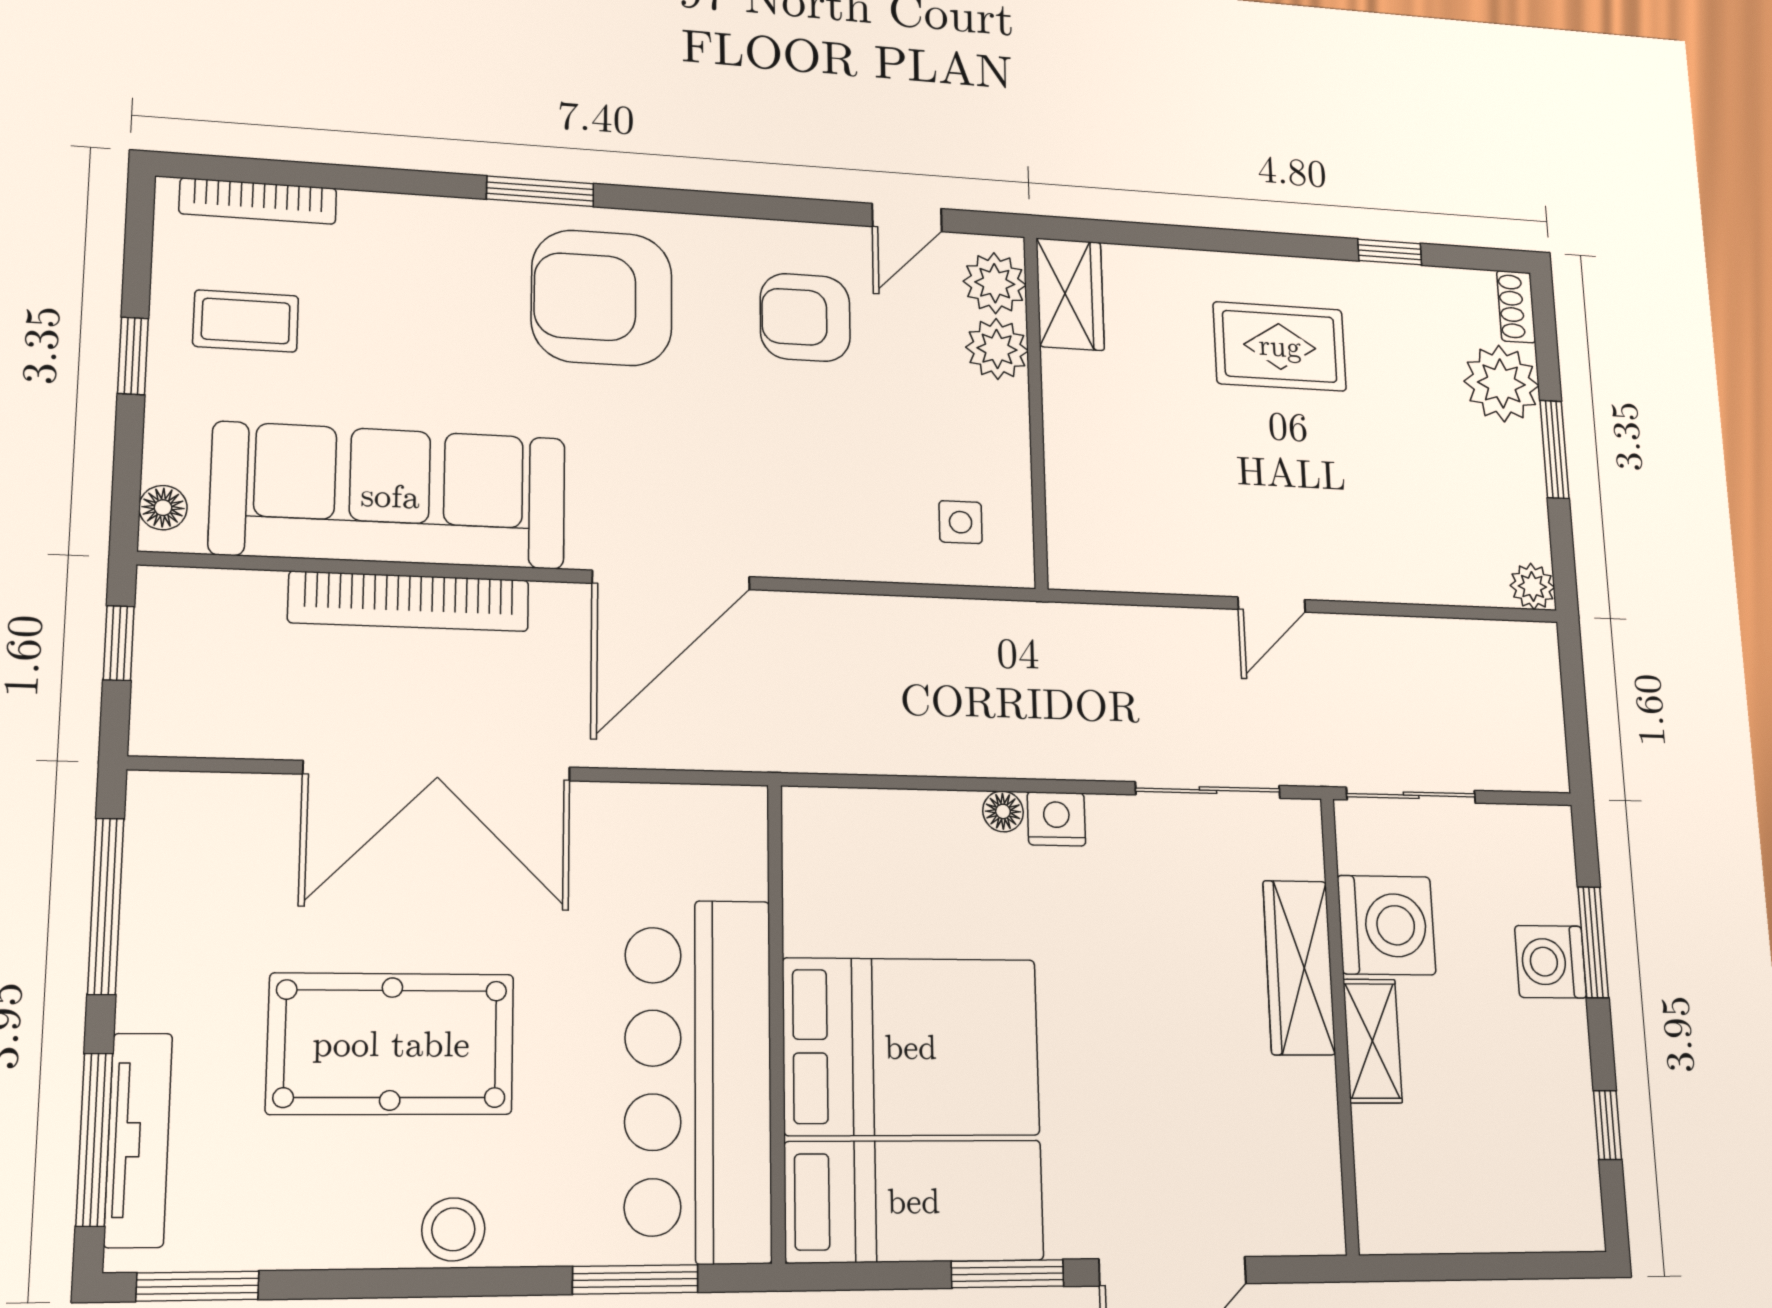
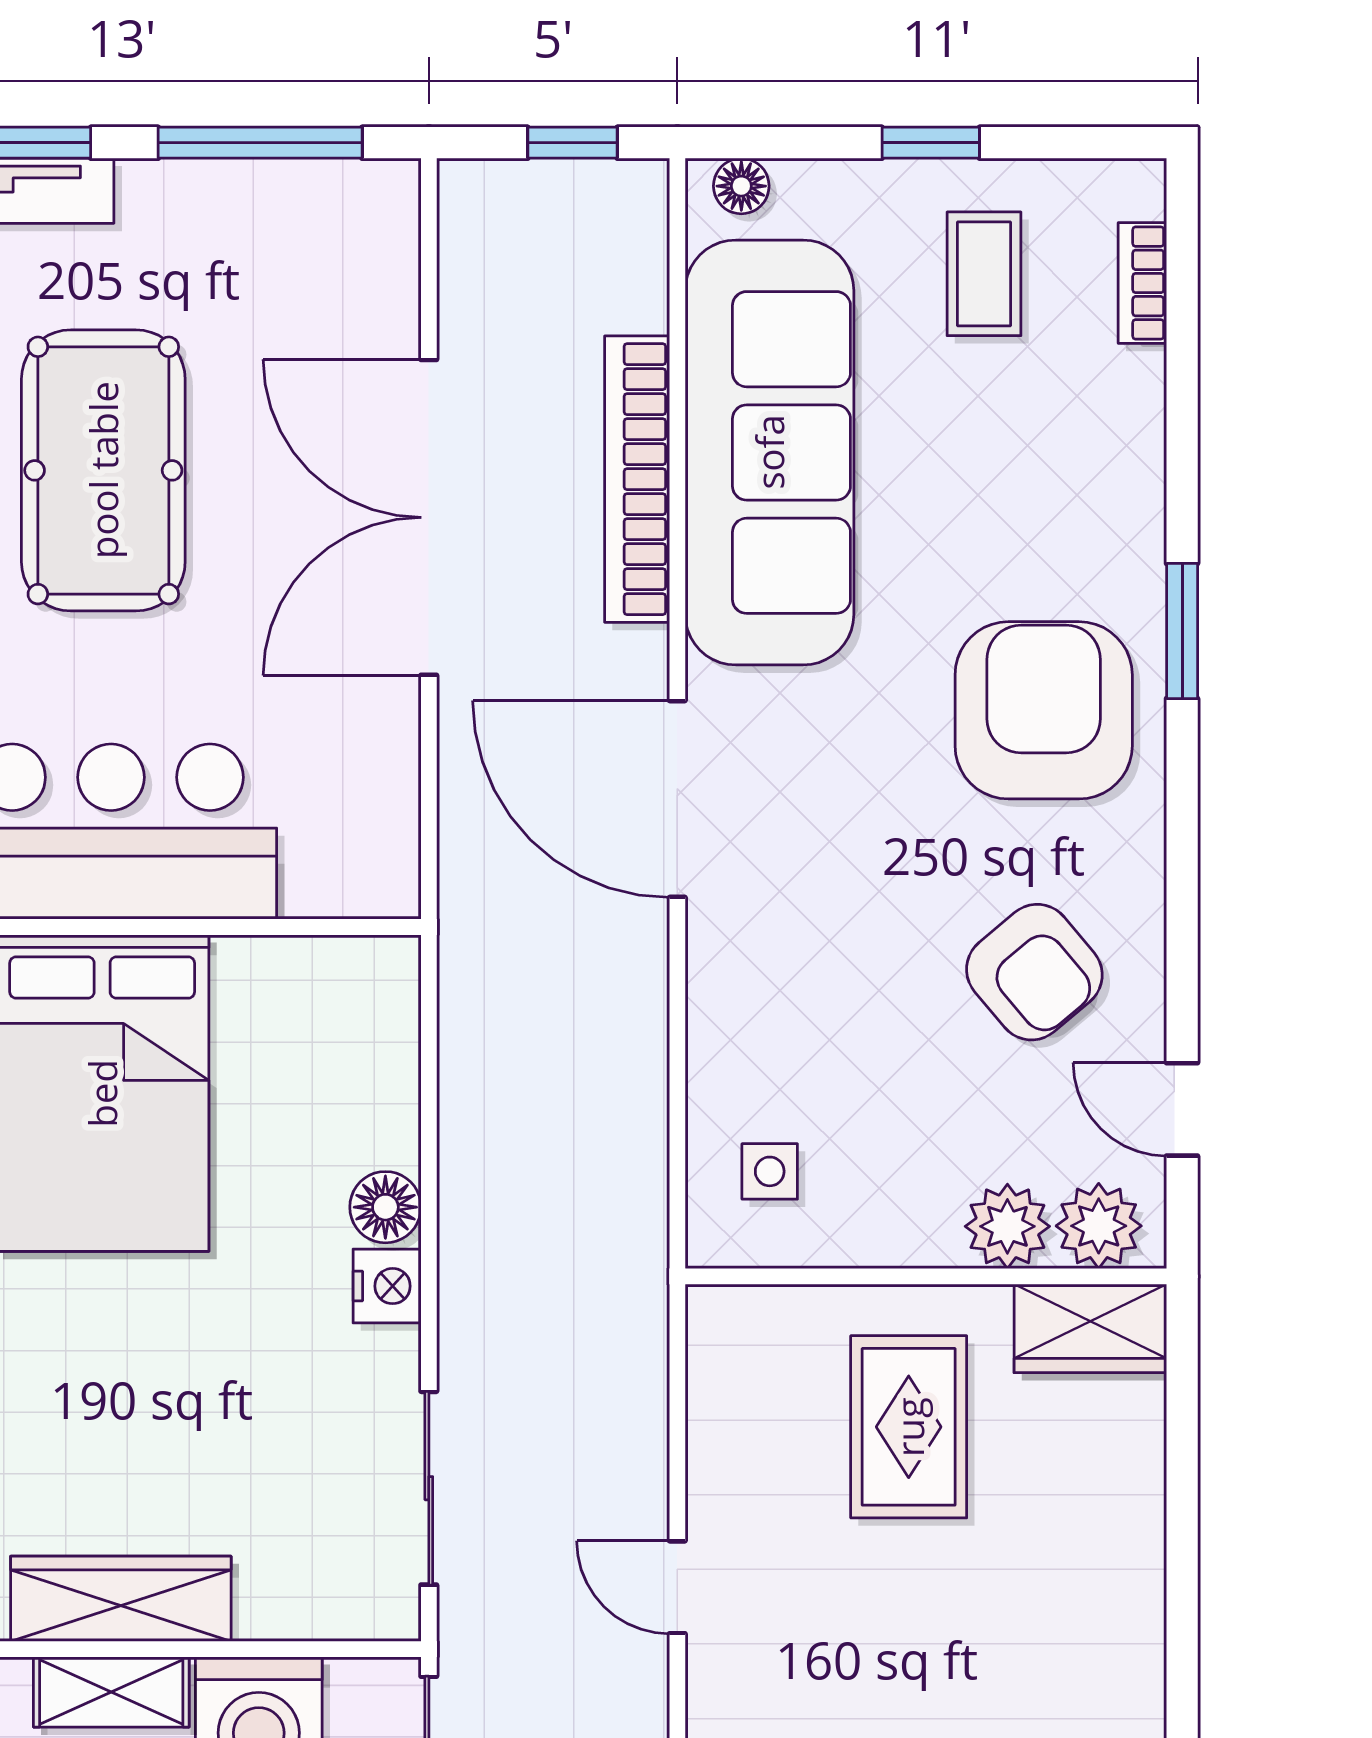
bookcase: (258, 201) -> (1142, 283), width x0.64
armchair: (805, 317) -> (1034, 972), turned 140
rug: (1280, 346) -> (909, 1427), moved
floor lamp: (1003, 811) -> (385, 1207), width x1.37, depth x1.37
wardrobe: (1299, 967) -> (121, 1599), moved

